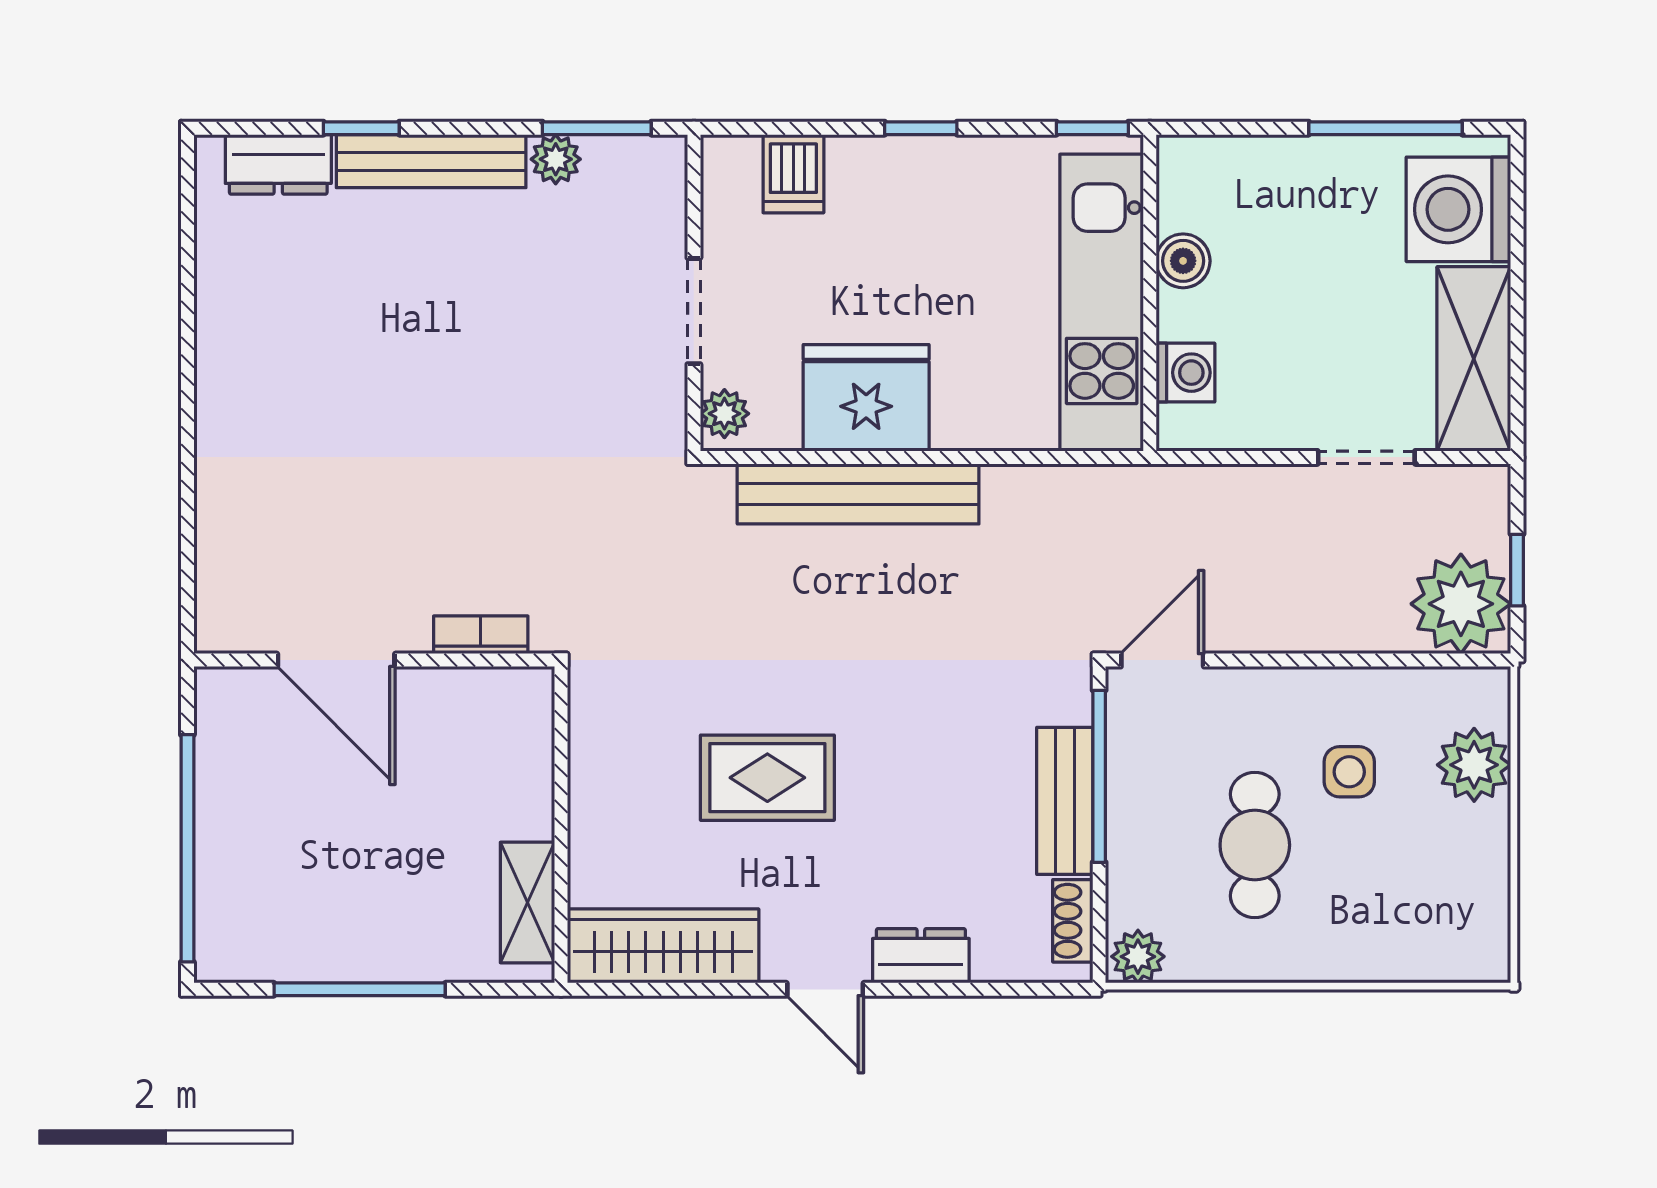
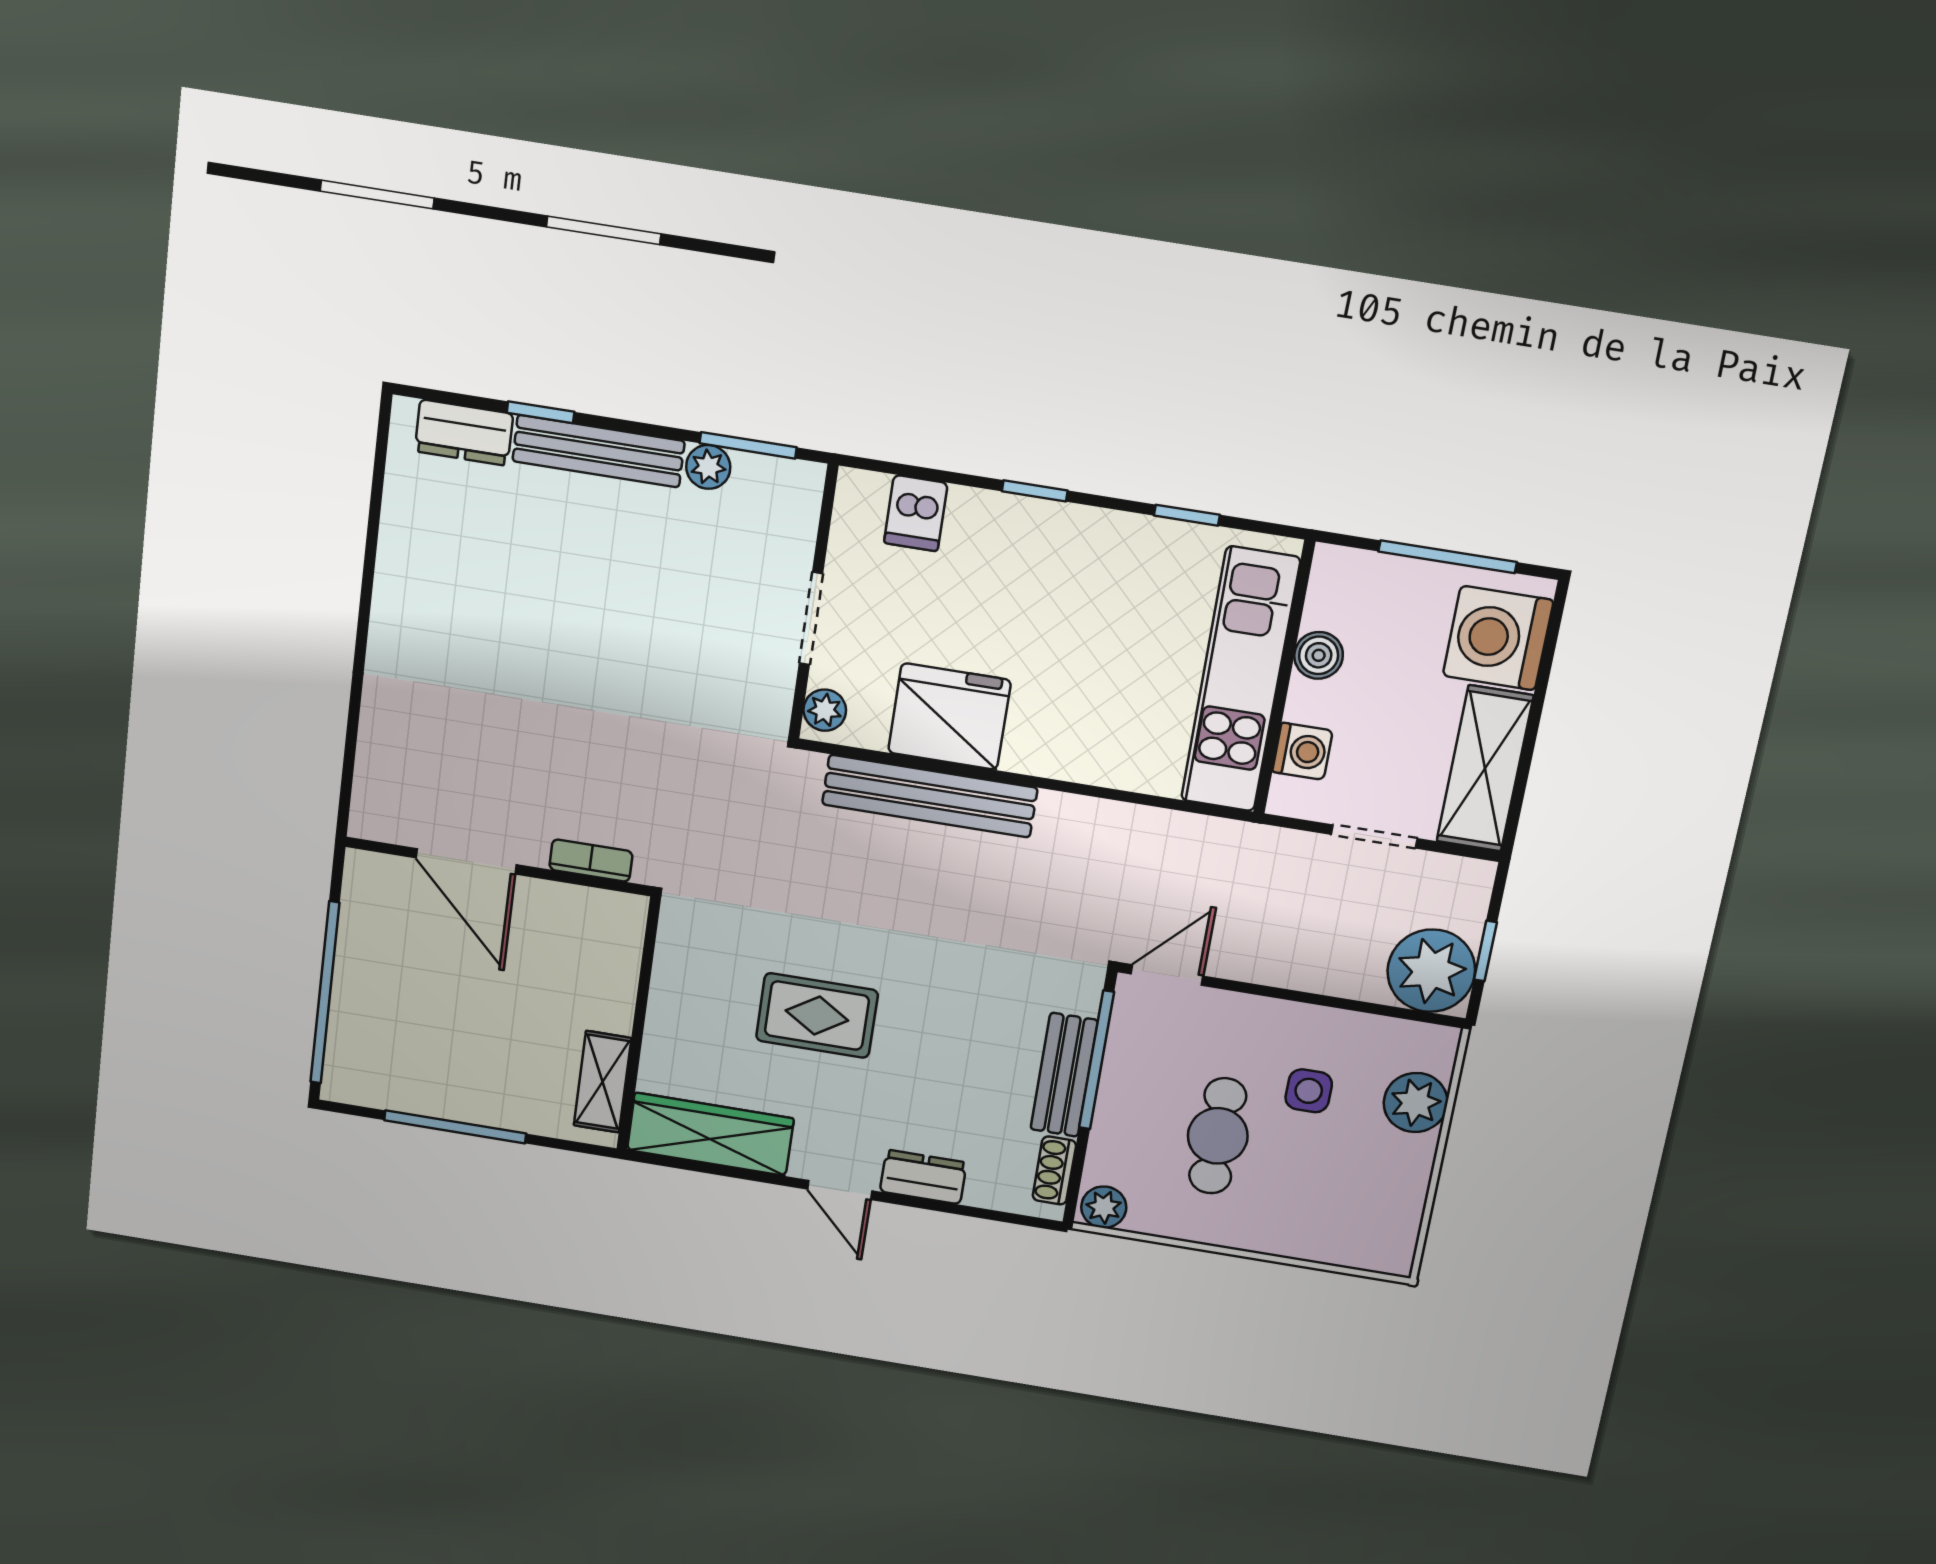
boiler: (1183, 261) -> (1319, 655), moved
wall: (1150, 293) -> (1284, 678), moved
kitchen unit: (1102, 303) -> (1240, 680), moved
washing machine: (1185, 373) -> (1302, 751), moved

